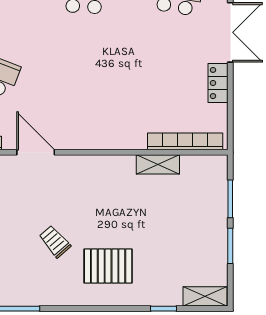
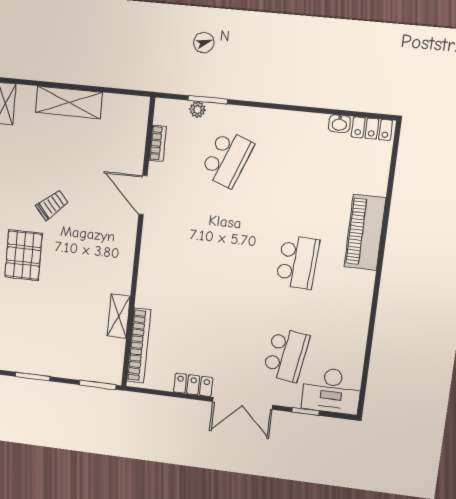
door: (36, 152) -> (143, 195), swing flipped
window: (230, 199) -> (98, 385), moved

